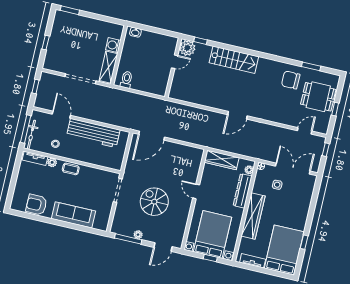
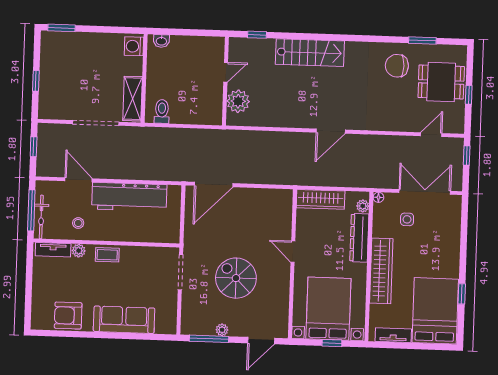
washing machine: (113, 45) -> (134, 46), moved
plant: (187, 48) -> (238, 101), moved

